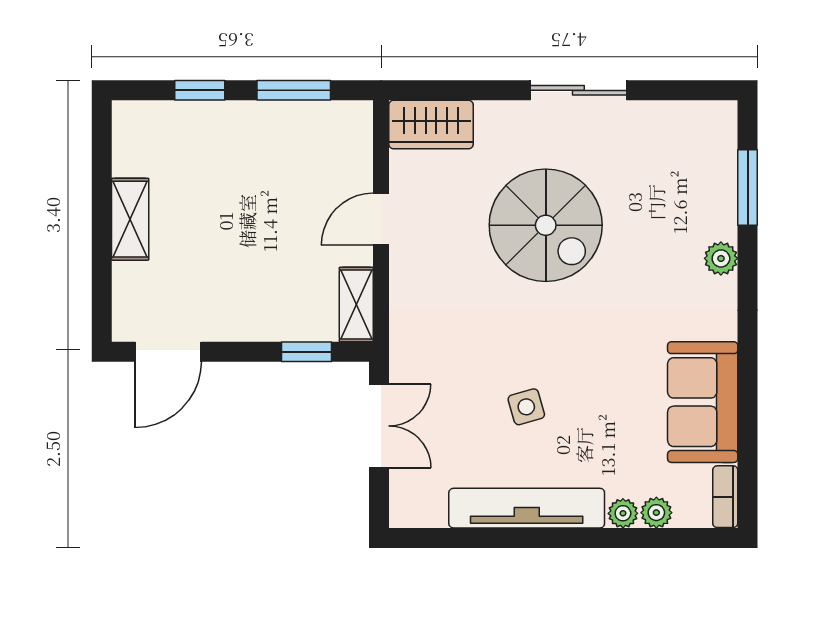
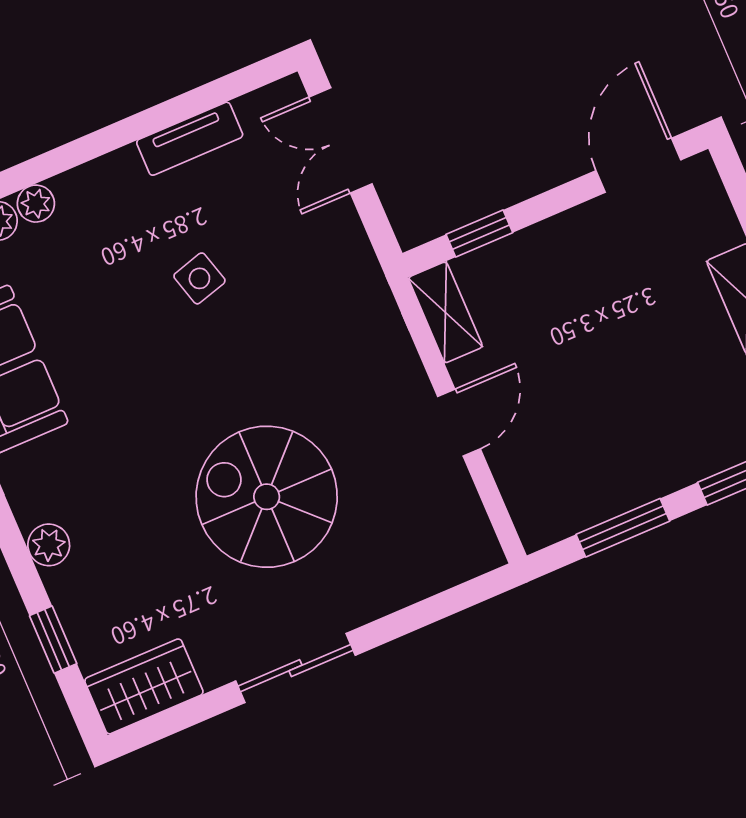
wardrobe: (431, 125) -> (144, 686), moved
window: (748, 187) -> (53, 640), width x0.67
double door: (379, 426) -> (341, 140), moved
tv unit: (527, 508) -> (190, 139), width x0.52, depth x0.78

